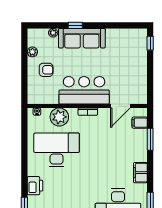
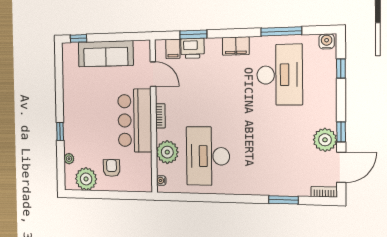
sofa: (82, 38) -> (106, 54), moved, turned 90
plant: (32, 52) -> (86, 179), width x1.87, depth x1.87
printer: (35, 186) -> (192, 48), moved, turned 180

